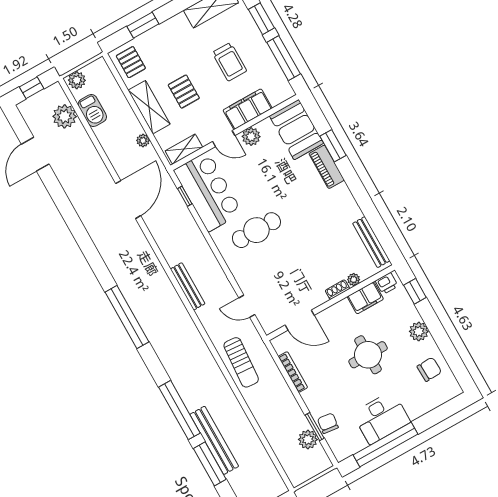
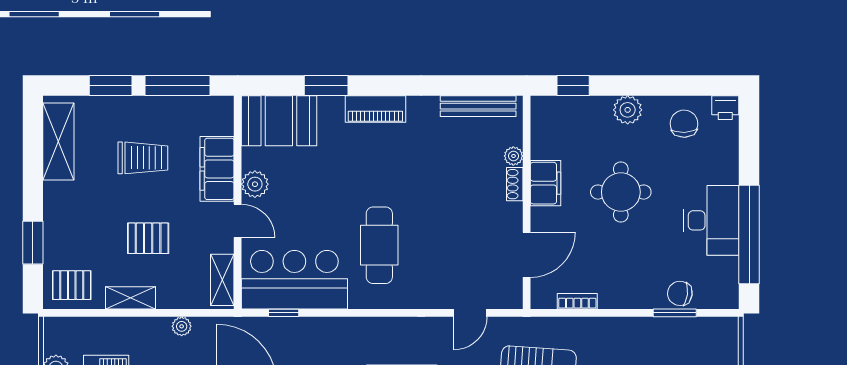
shelving: (149, 107) -> (131, 298), width x0.67, depth x0.75
door: (224, 139) -> (238, 221), hinge flipped
piano: (327, 167) -> (375, 109), moved
printer: (387, 283) -> (725, 108), moved, turned 90
filing cabinet: (365, 298) -> (546, 183), moved
bookcase: (293, 372) -> (577, 301), width x0.64
plant: (308, 440) -> (686, 331), removed

